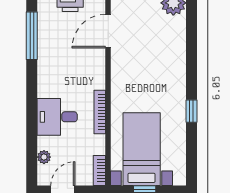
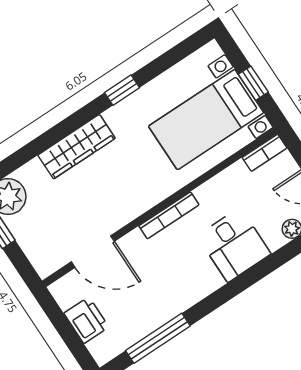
wardrobe: (176, 62) -> (77, 147), added
bookcase: (100, 112) -> (169, 215), moved

